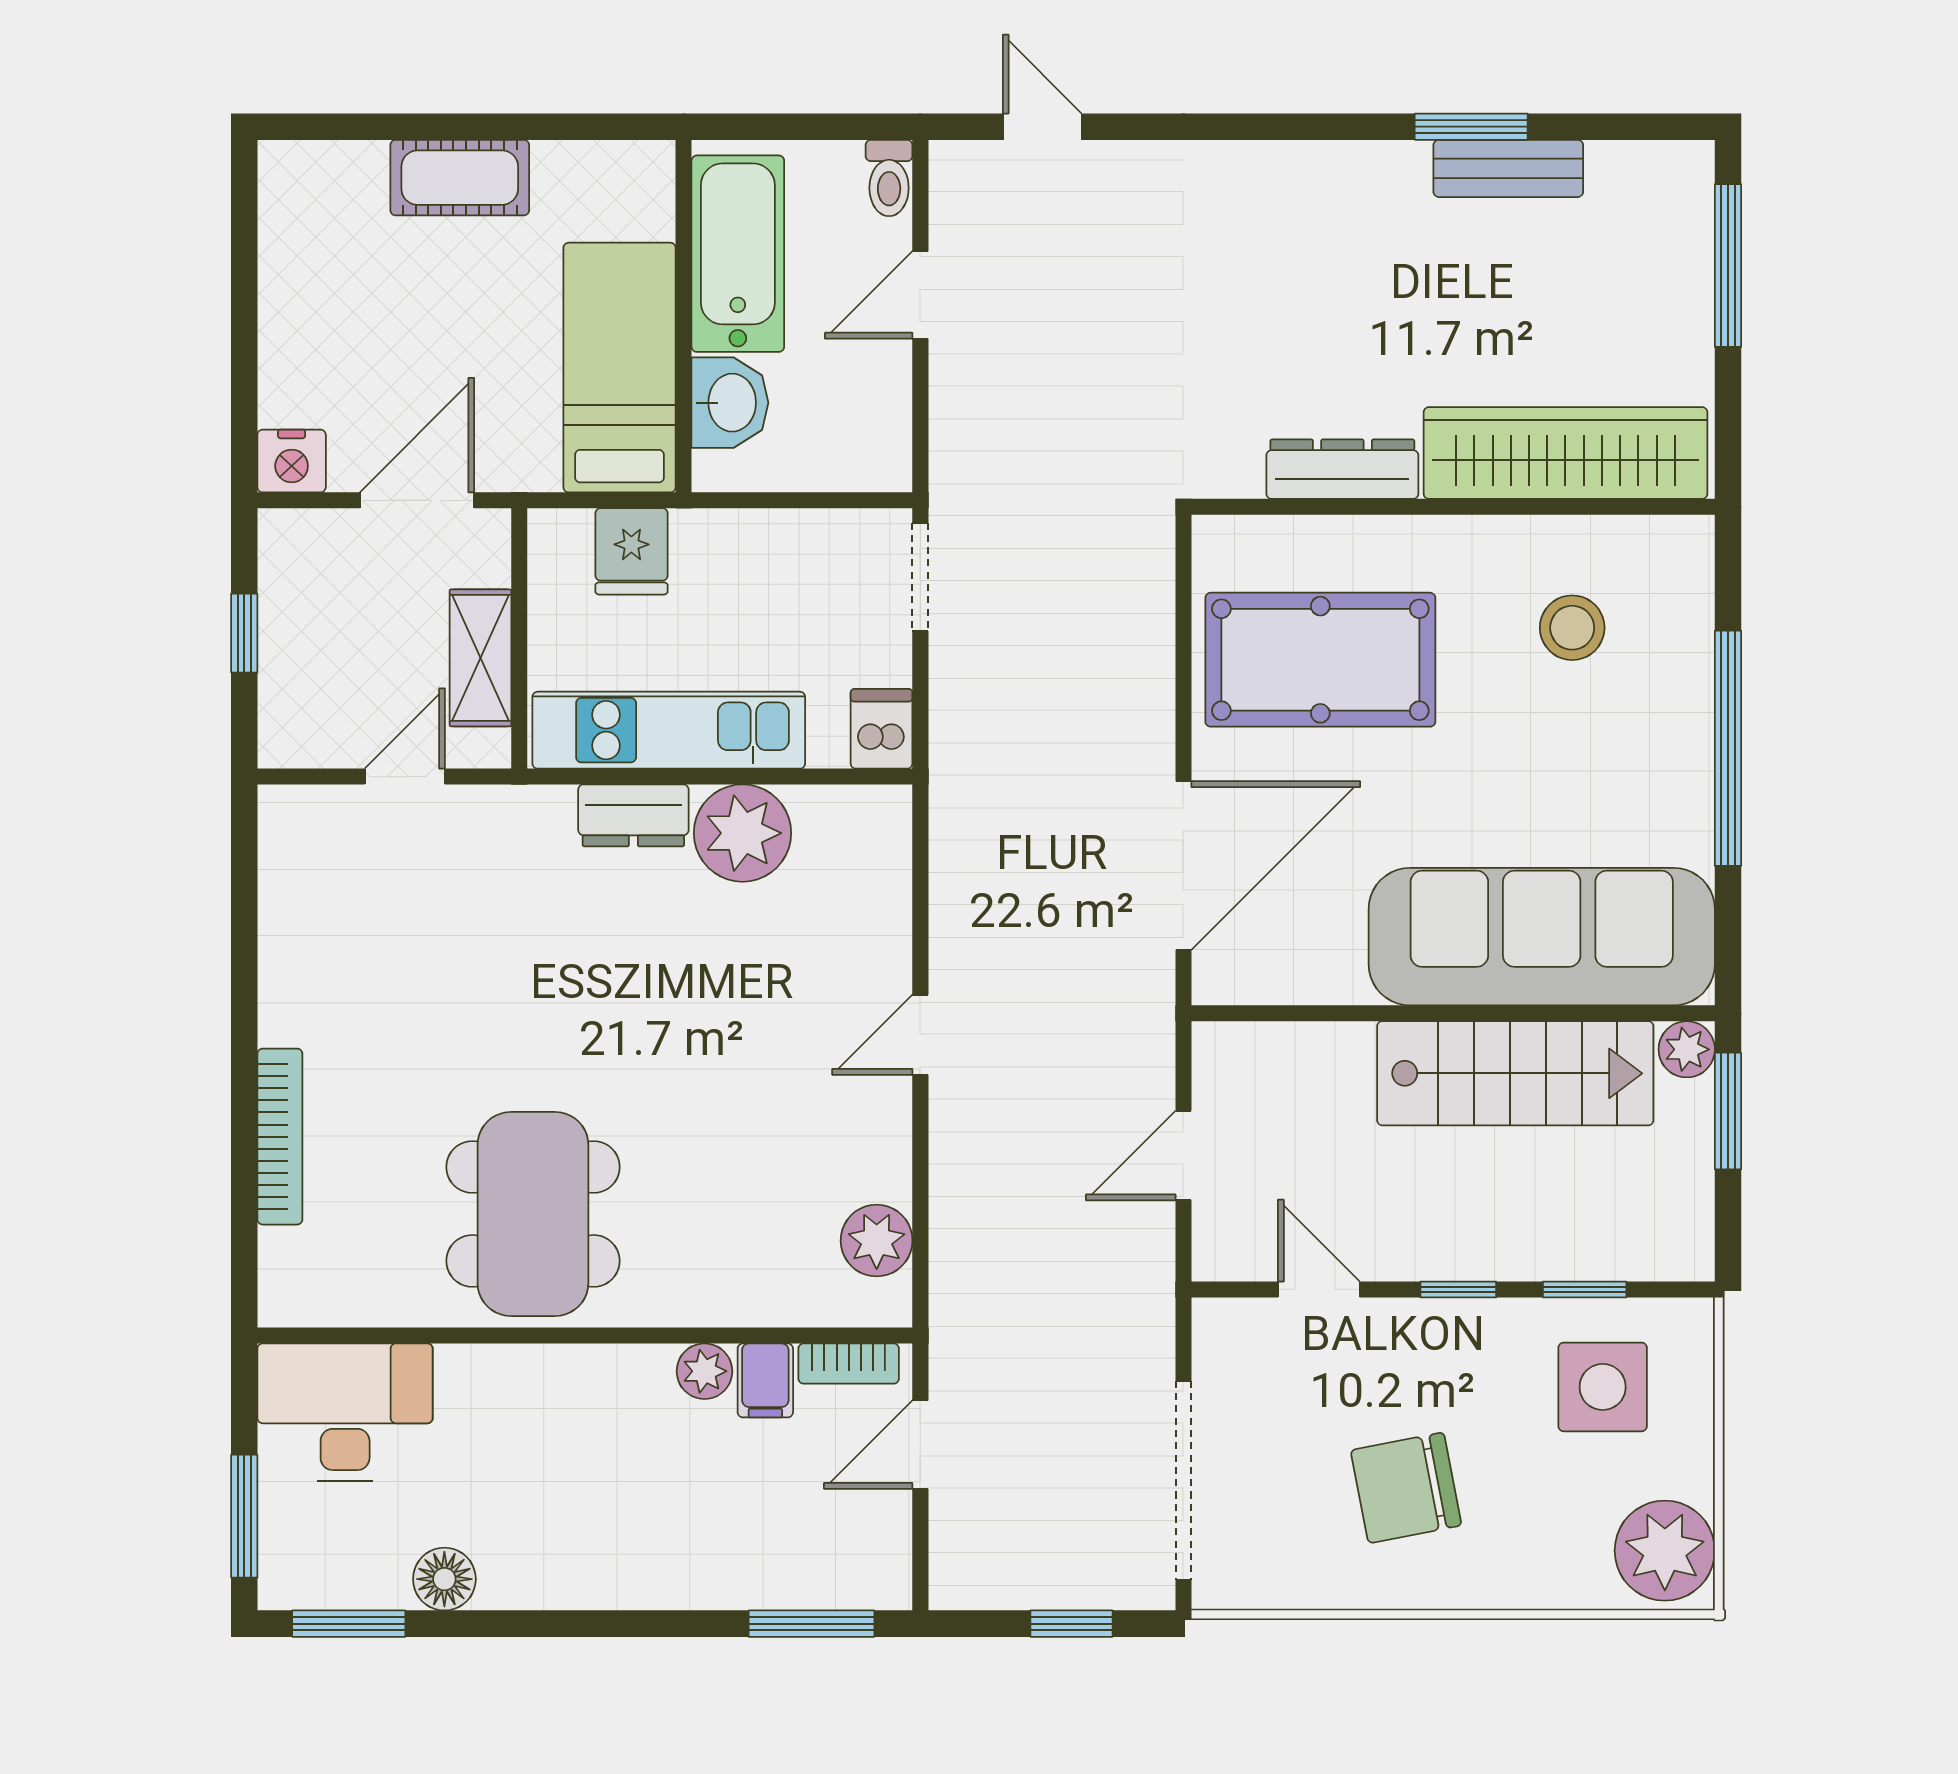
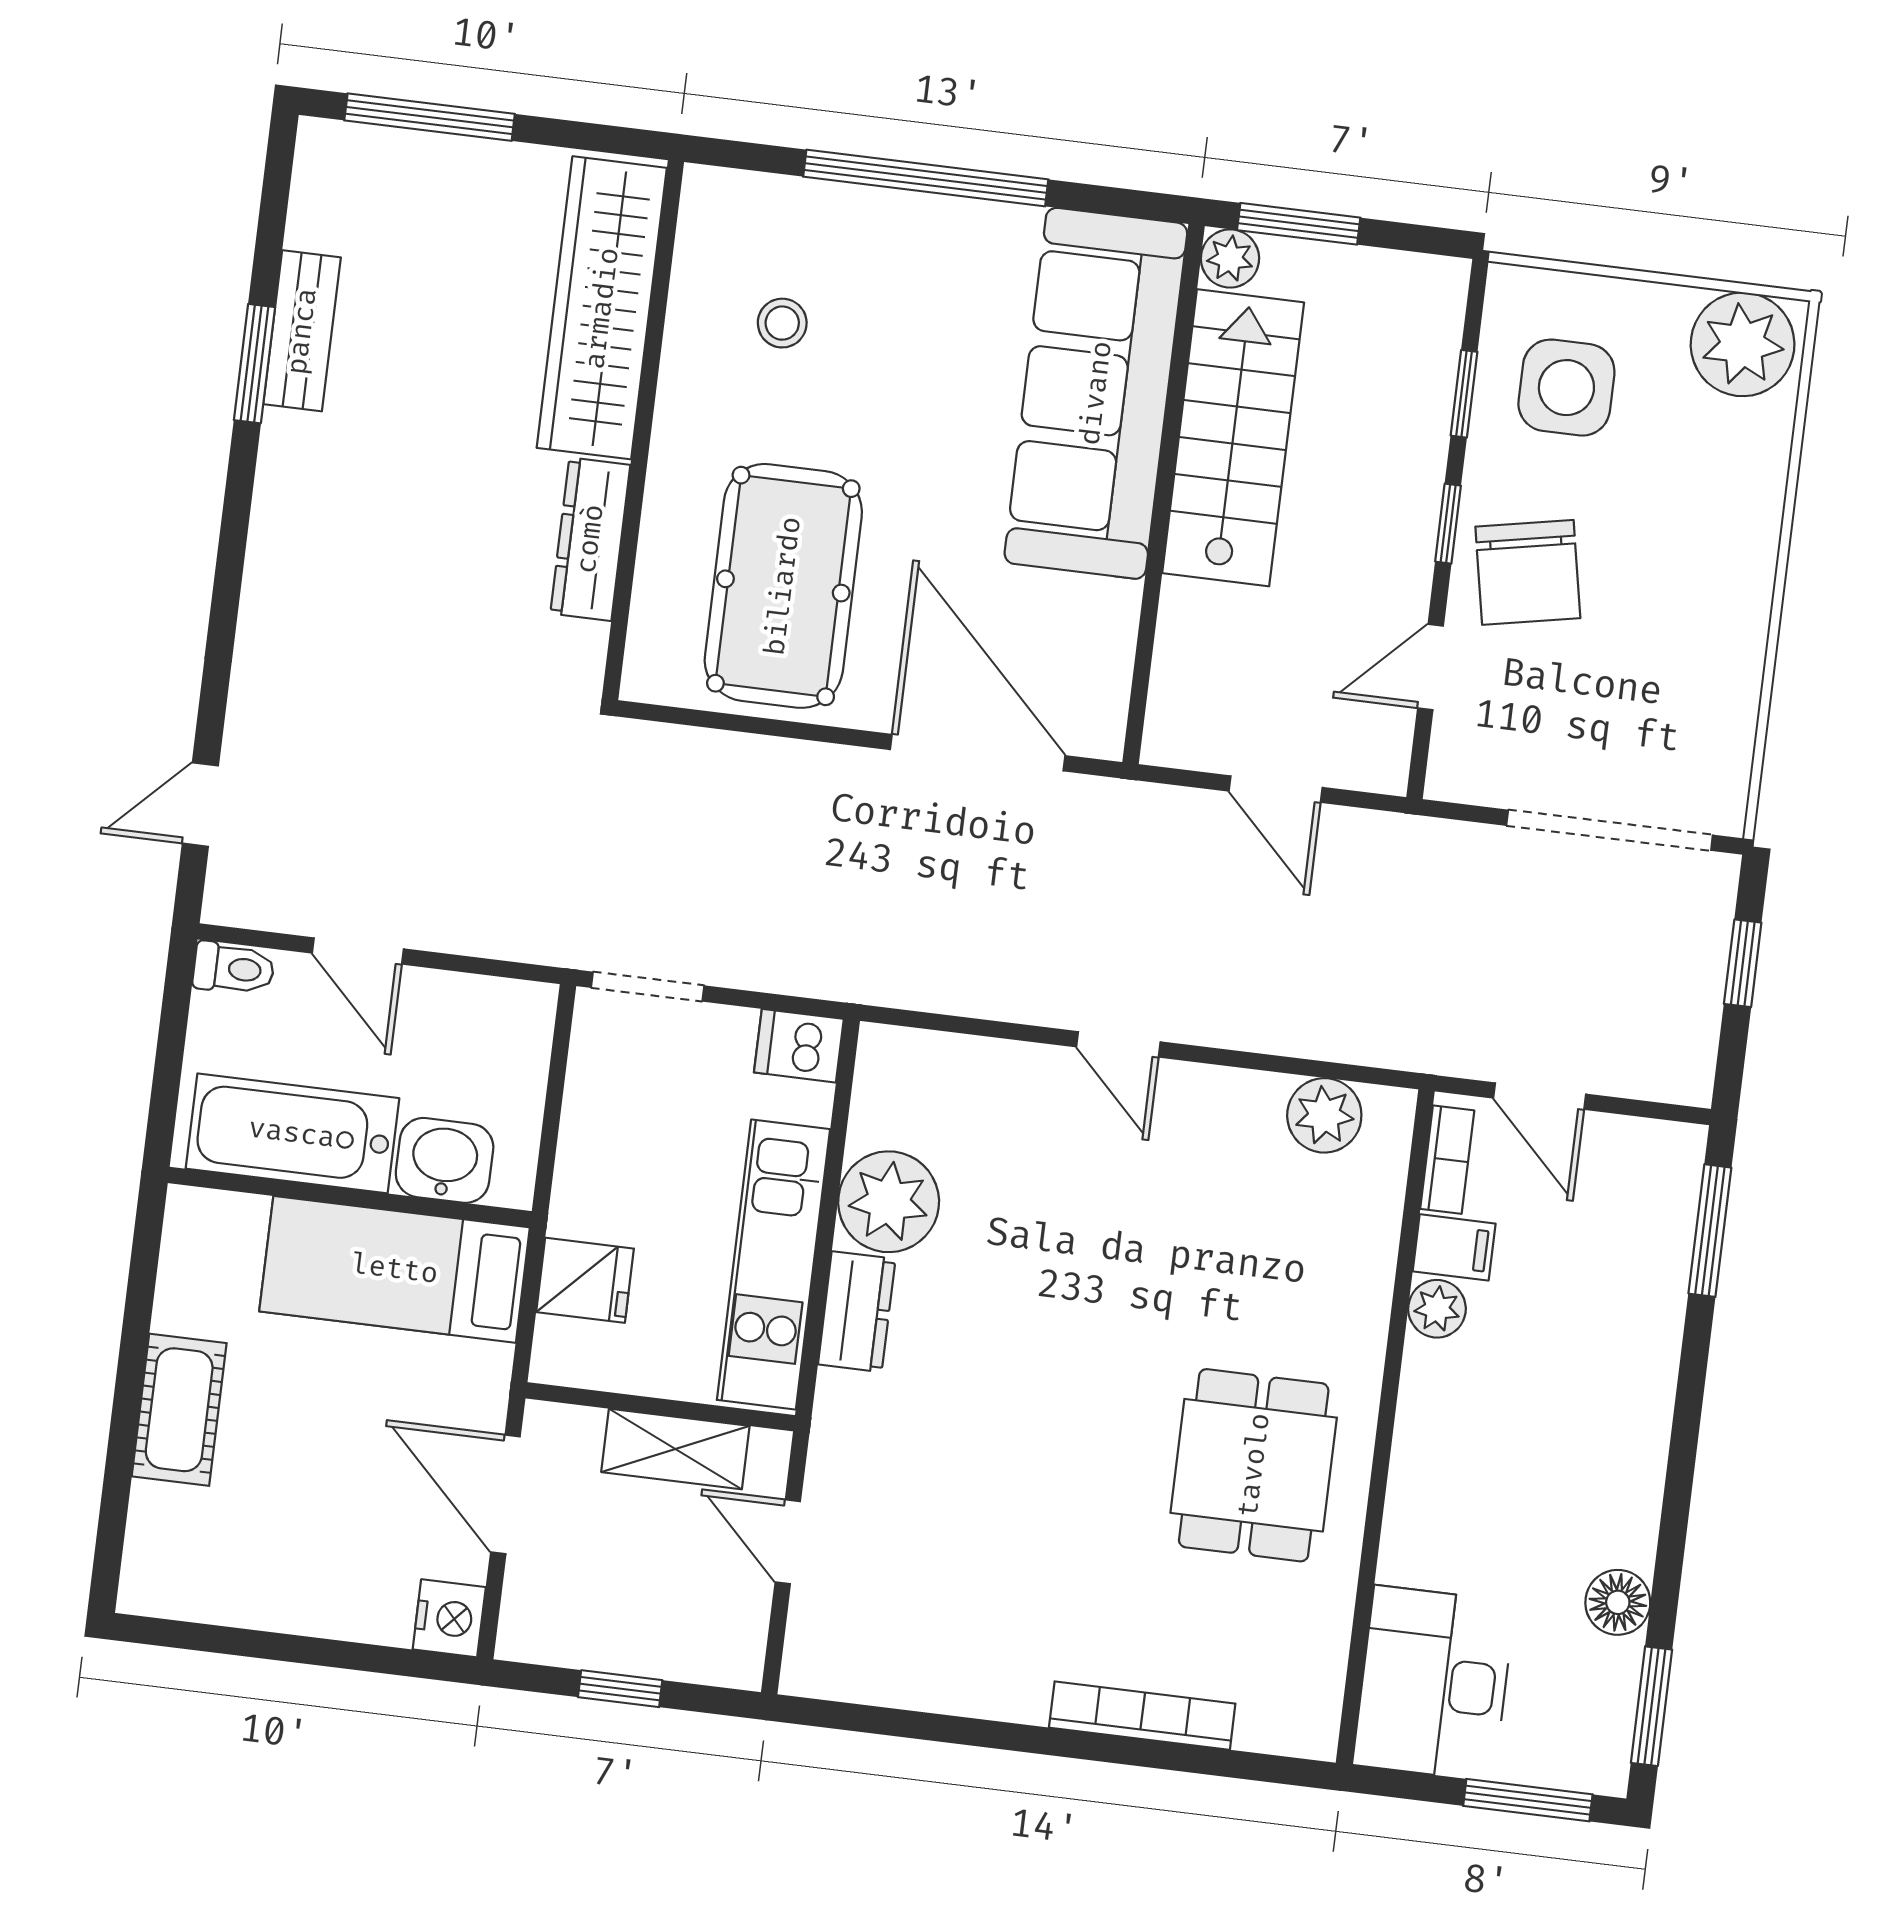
stool: (1572, 628) -> (782, 323), width x0.73, depth x0.73
dining table: (533, 1214) -> (1254, 1465), width x0.73
chair: (1406, 1488) -> (1528, 572), moved

